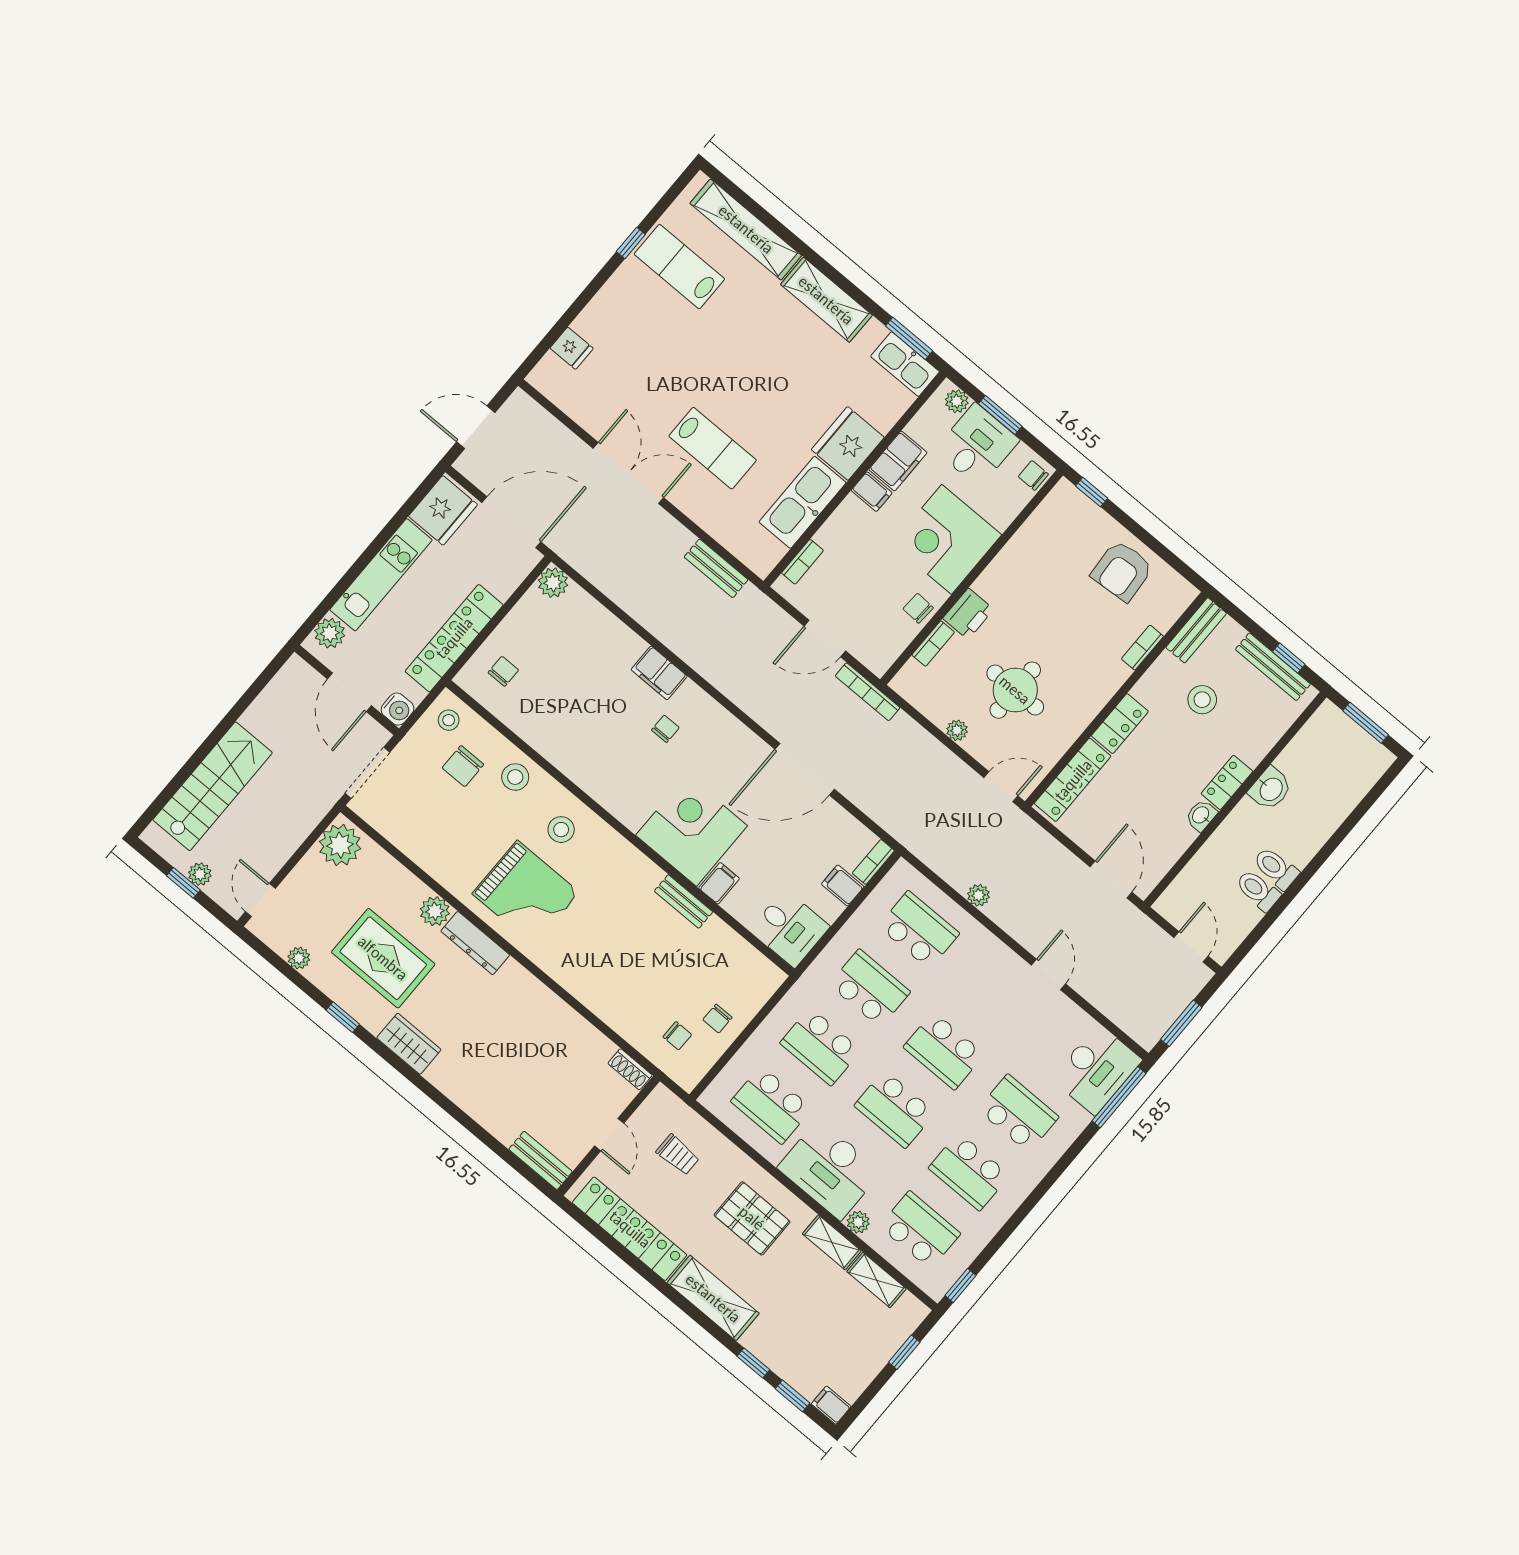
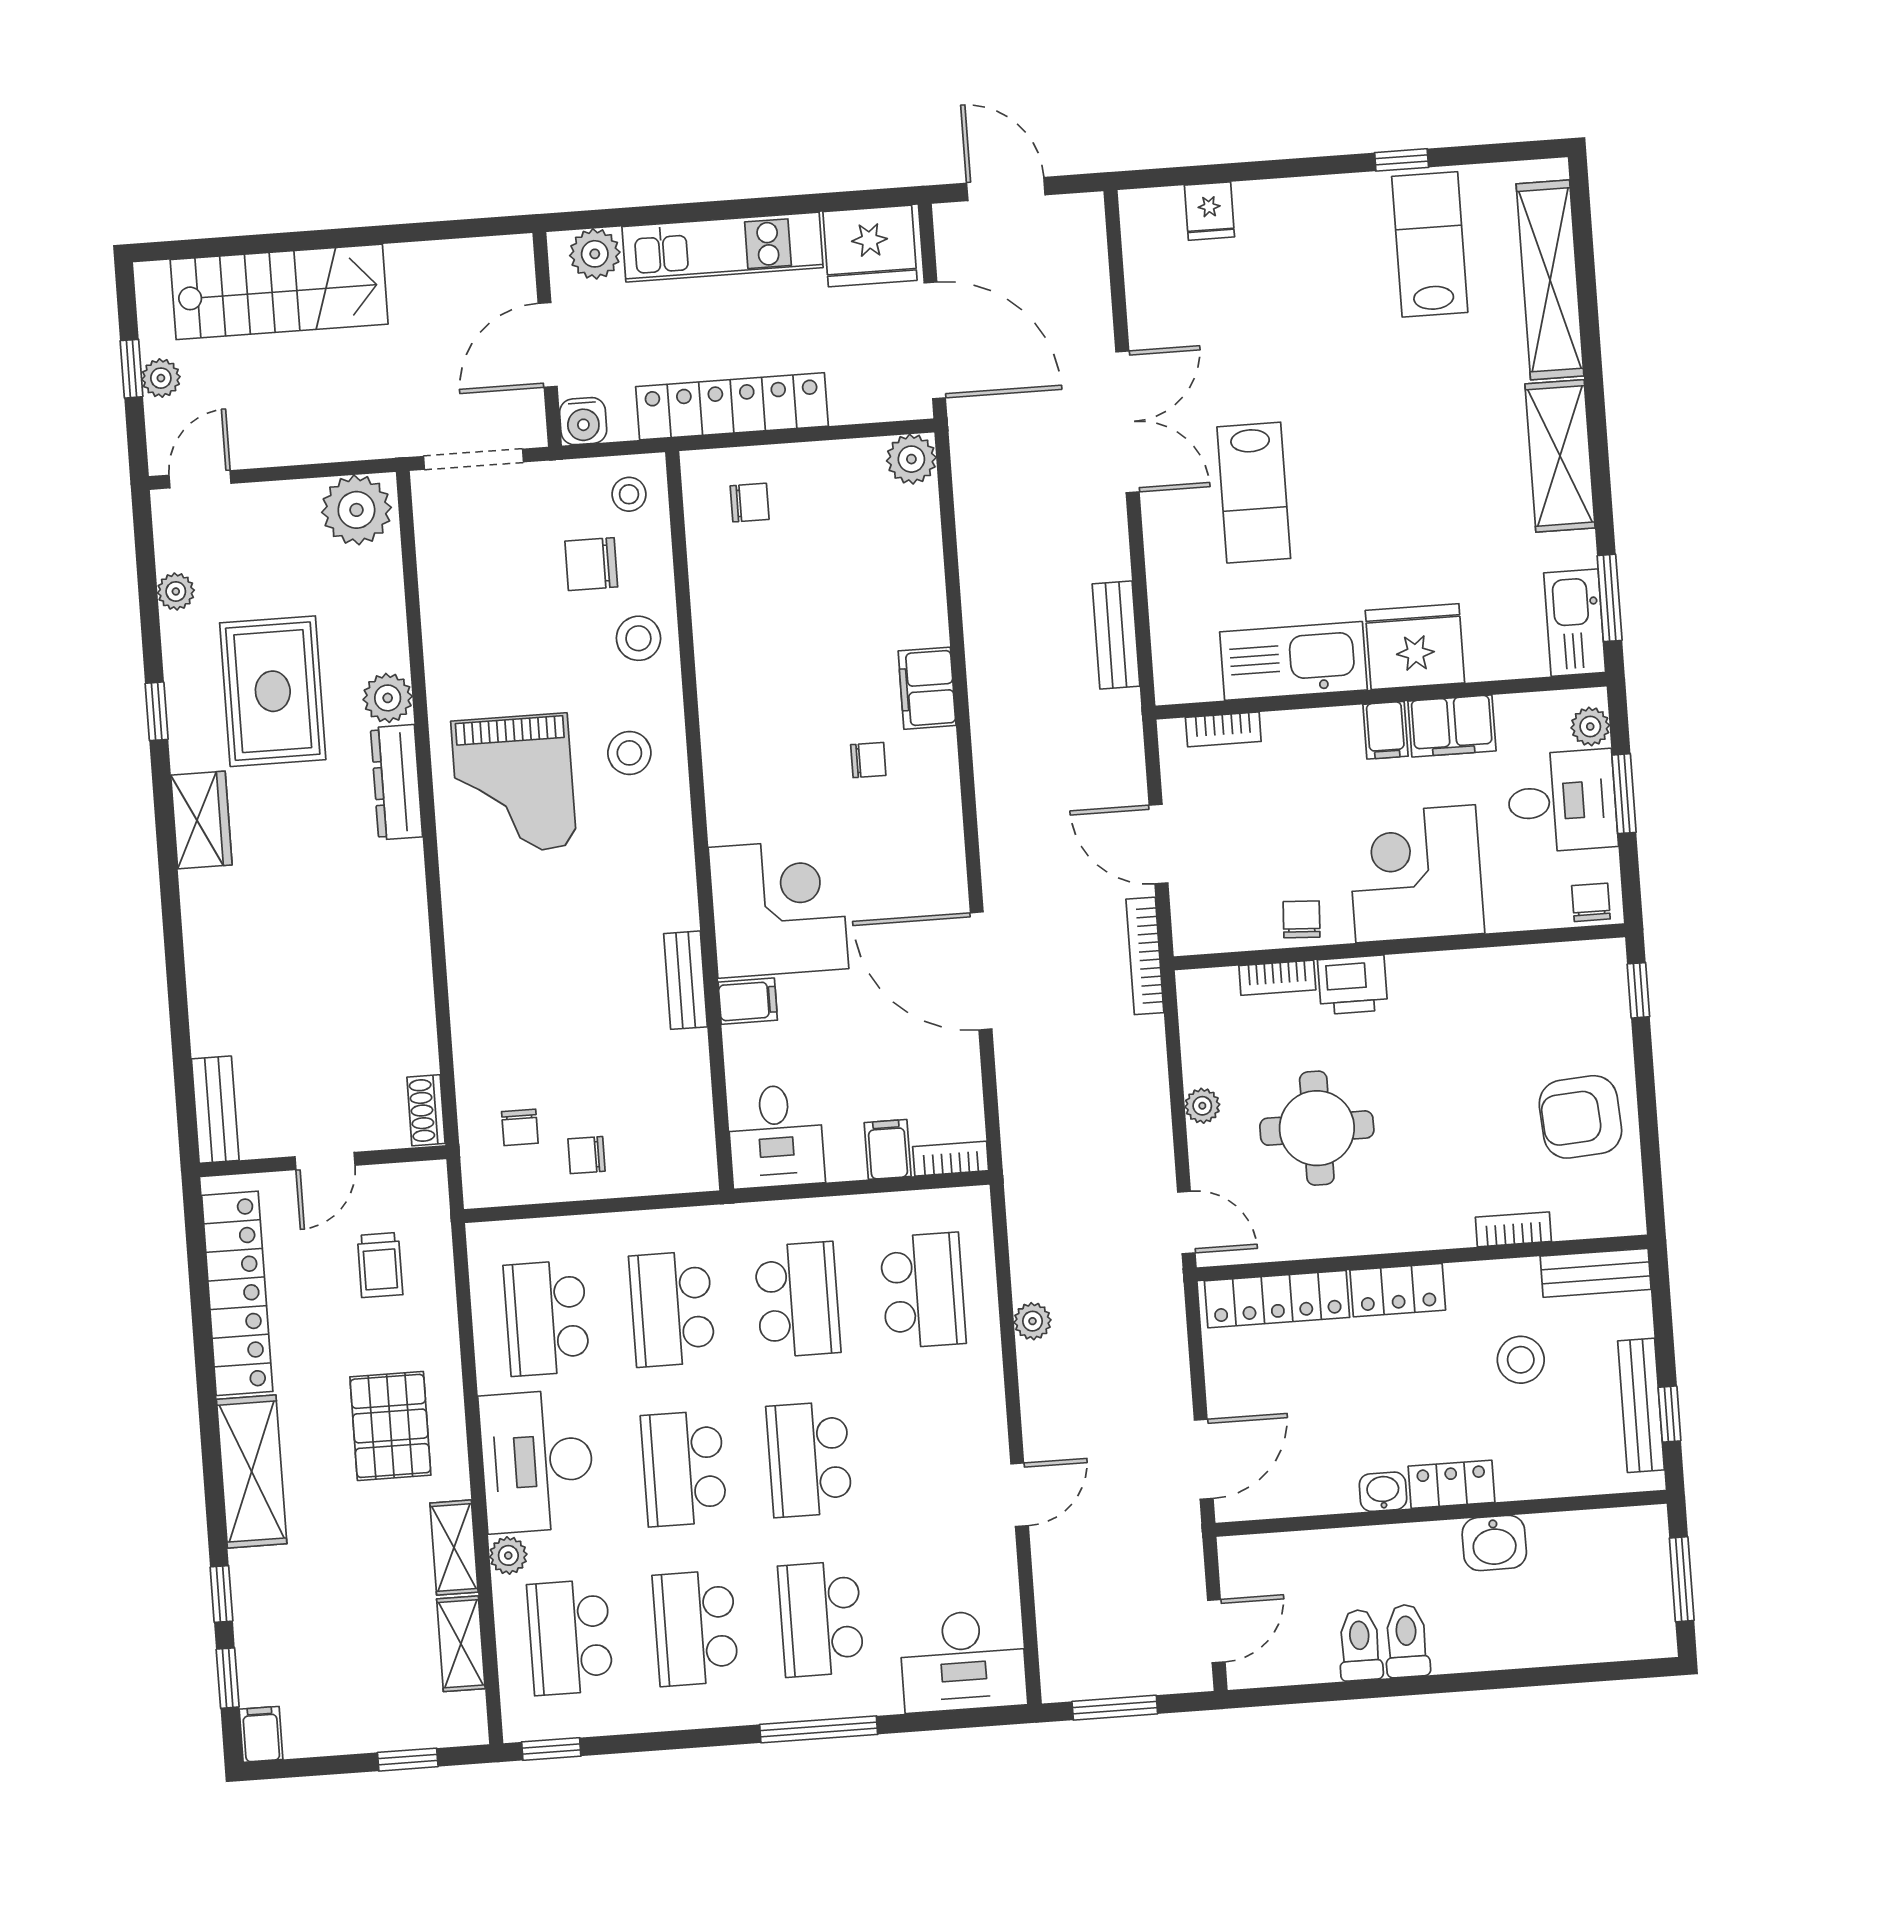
window: (1119, 1097) -> (819, 1729), moved
school desk: (1018, 1113) -> (821, 1619), turned 180
school desk: (920, 1230) -> (570, 1637), turned 180

